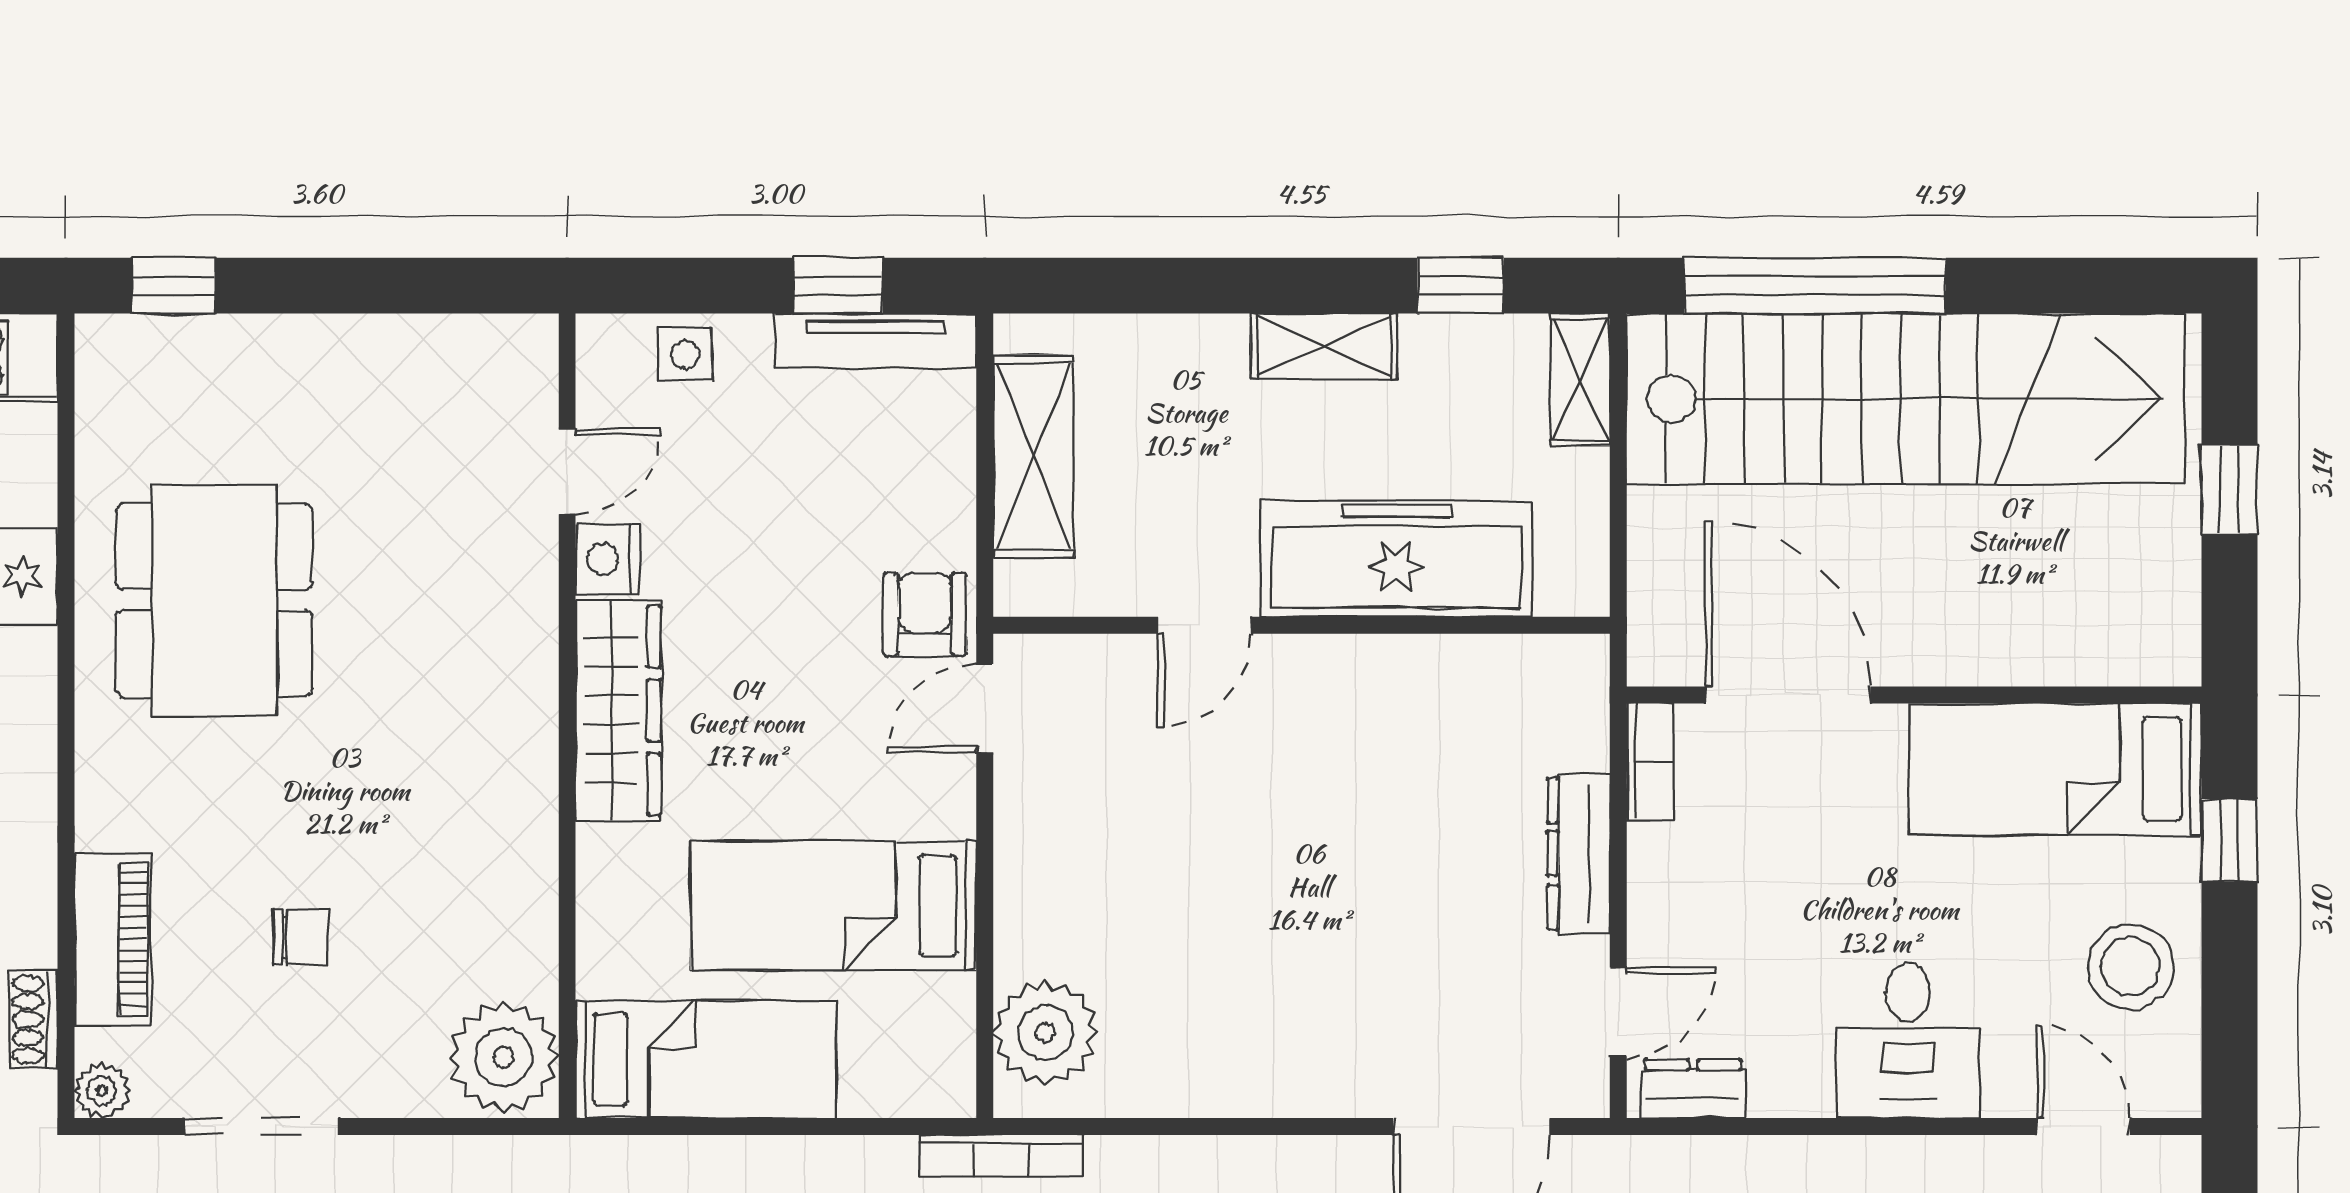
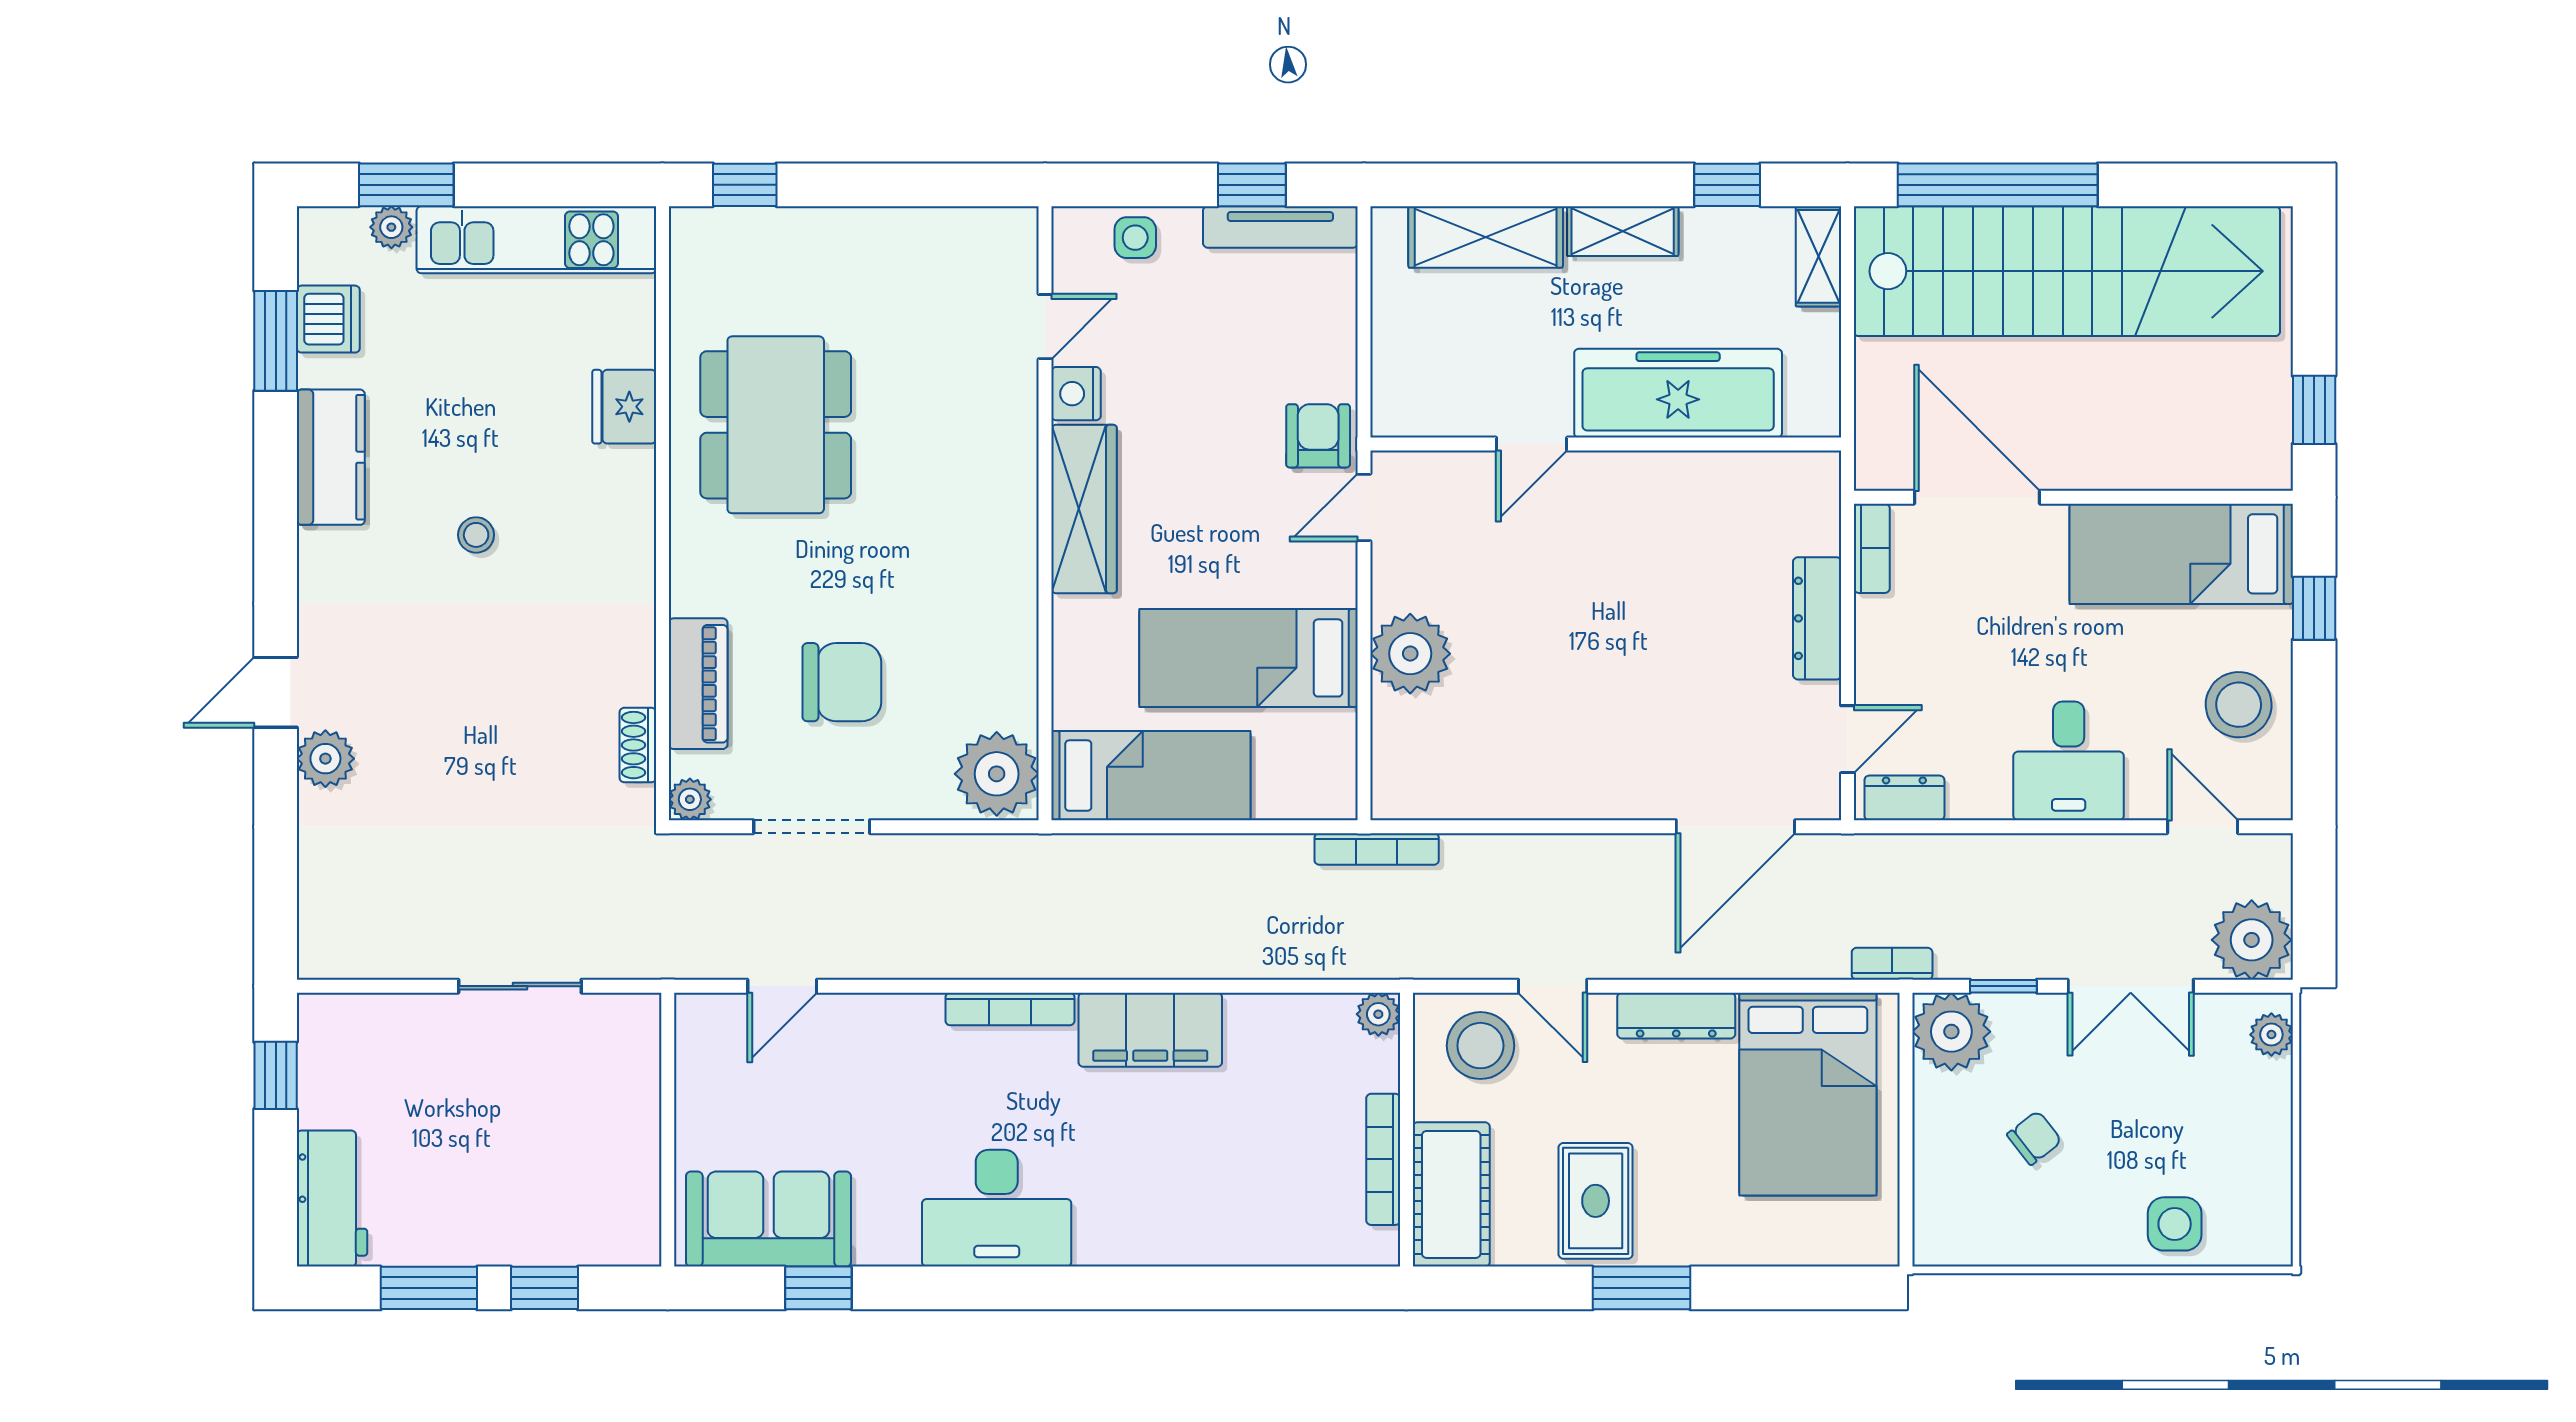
shelving: (1034, 456) -> (1486, 237), moved, turned 90
window: (2229, 490) -> (2314, 410), moved
chair: (301, 937) -> (842, 682), width x1.87, depth x1.87
plant: (1045, 1032) -> (1410, 654), moved

